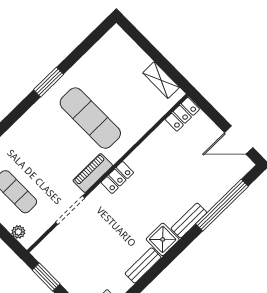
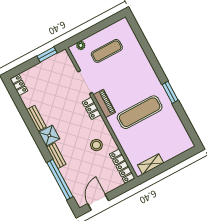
locker: (182, 114) -> (122, 166), width x1.53
stool: (156, 167) -> (96, 145), added
locker: (117, 178) -> (92, 108), moved

